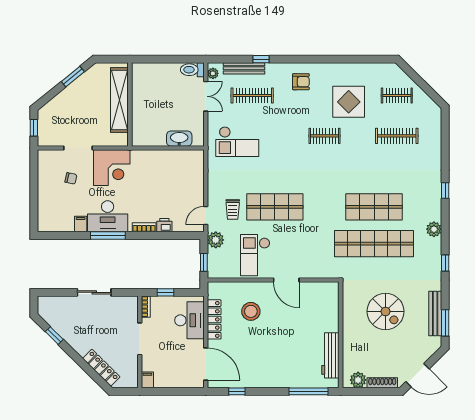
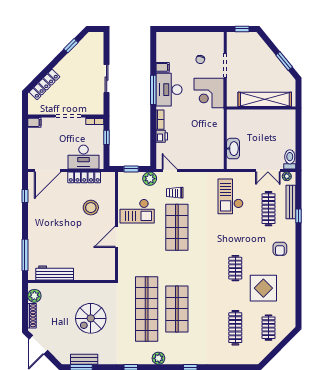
checkout: (255, 255) -> (137, 211), turned 180
bench: (435, 313) -> (84, 359), width x0.73

